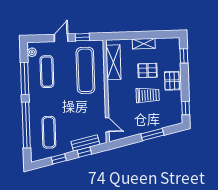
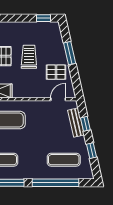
pallet: (172, 81) -> (56, 72), moved

